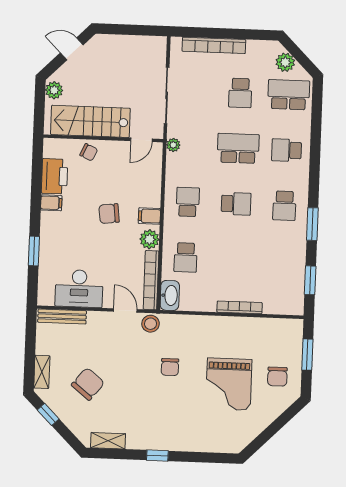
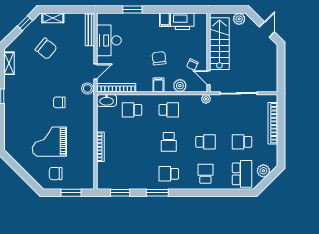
school desk: (238, 148) -> (205, 142), width x0.54
chair: (89, 152) -> (192, 65), moved
plant: (149, 239) -> (180, 86), moved

